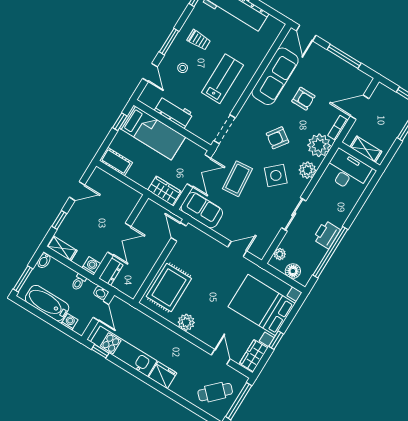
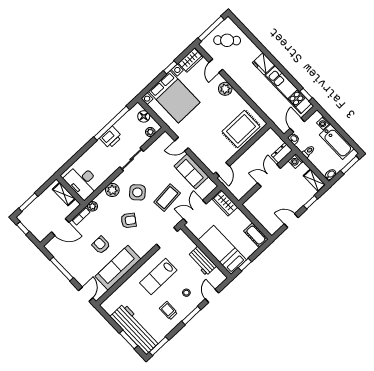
plant: (319, 145) -> (93, 206), width x0.53, depth x0.53
sofa: (202, 210) -> (191, 171), moved
plant: (186, 322) -> (225, 89), moved

